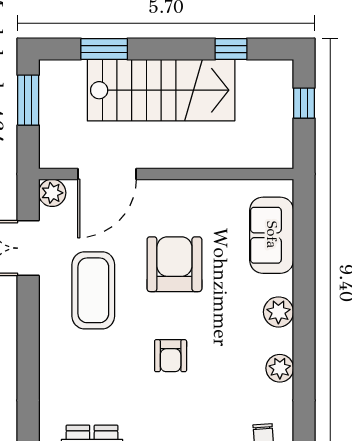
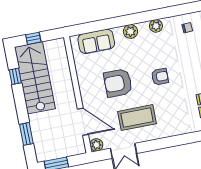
stairs: (161, 90) -> (35, 78), moved

